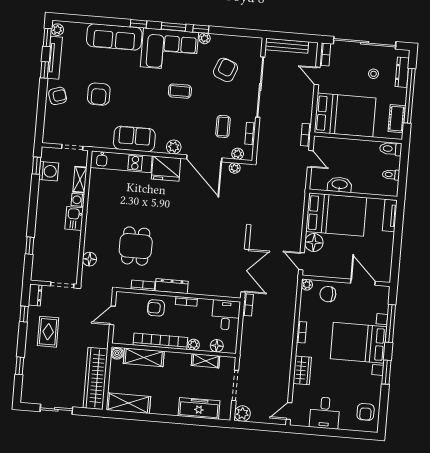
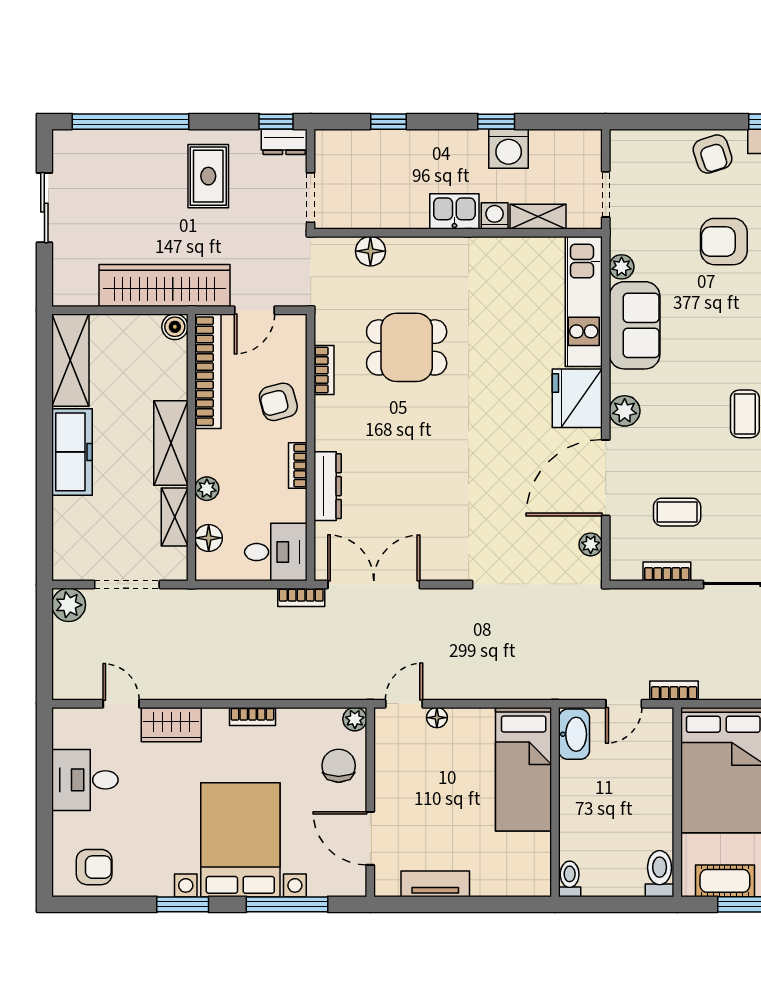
plant: (238, 154) -> (622, 267), moved
window: (36, 166) -> (496, 122), moved
washing machine: (49, 171) -> (509, 149), moved
toilet: (391, 175) -> (570, 879), moved
washbasin: (340, 185) -> (574, 734), moved
bed: (336, 215) -> (524, 769), width x0.67
tv unit: (390, 215) -> (435, 884), moved
floor lamp: (314, 243) -> (437, 718), width x0.53, depth x0.53
double door: (245, 271) -> (374, 584), swing flipped
door: (363, 282) -> (370, 838), swing flipped
dresser: (172, 286) -> (328, 486), moved
armchair: (156, 308) -> (278, 402), turned -105
window: (24, 314) -> (276, 122), moved
door: (112, 315) -> (254, 310), swing flipped
rug: (48, 332) -> (208, 176), turned 90
bookcase: (160, 341) -> (208, 371), moved
shelving: (144, 357) -> (171, 443), moved
window: (20, 366) -> (131, 122), width x3.17
wardrobe: (96, 378) -> (164, 286), moved
freezer: (199, 408) -> (72, 452), moved
door: (289, 411) -> (121, 704), moved
armchair: (366, 412) -> (94, 867), turned 180

